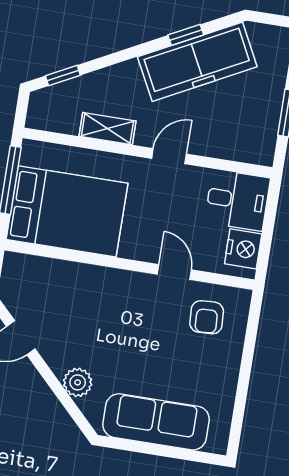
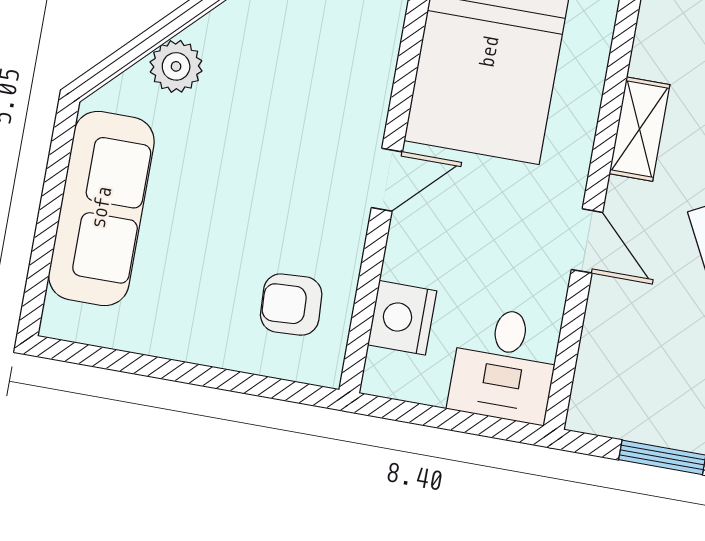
nightstand: (243, 249) -> (402, 318), moved, turned 90
door: (174, 272) -> (387, 180), moved

